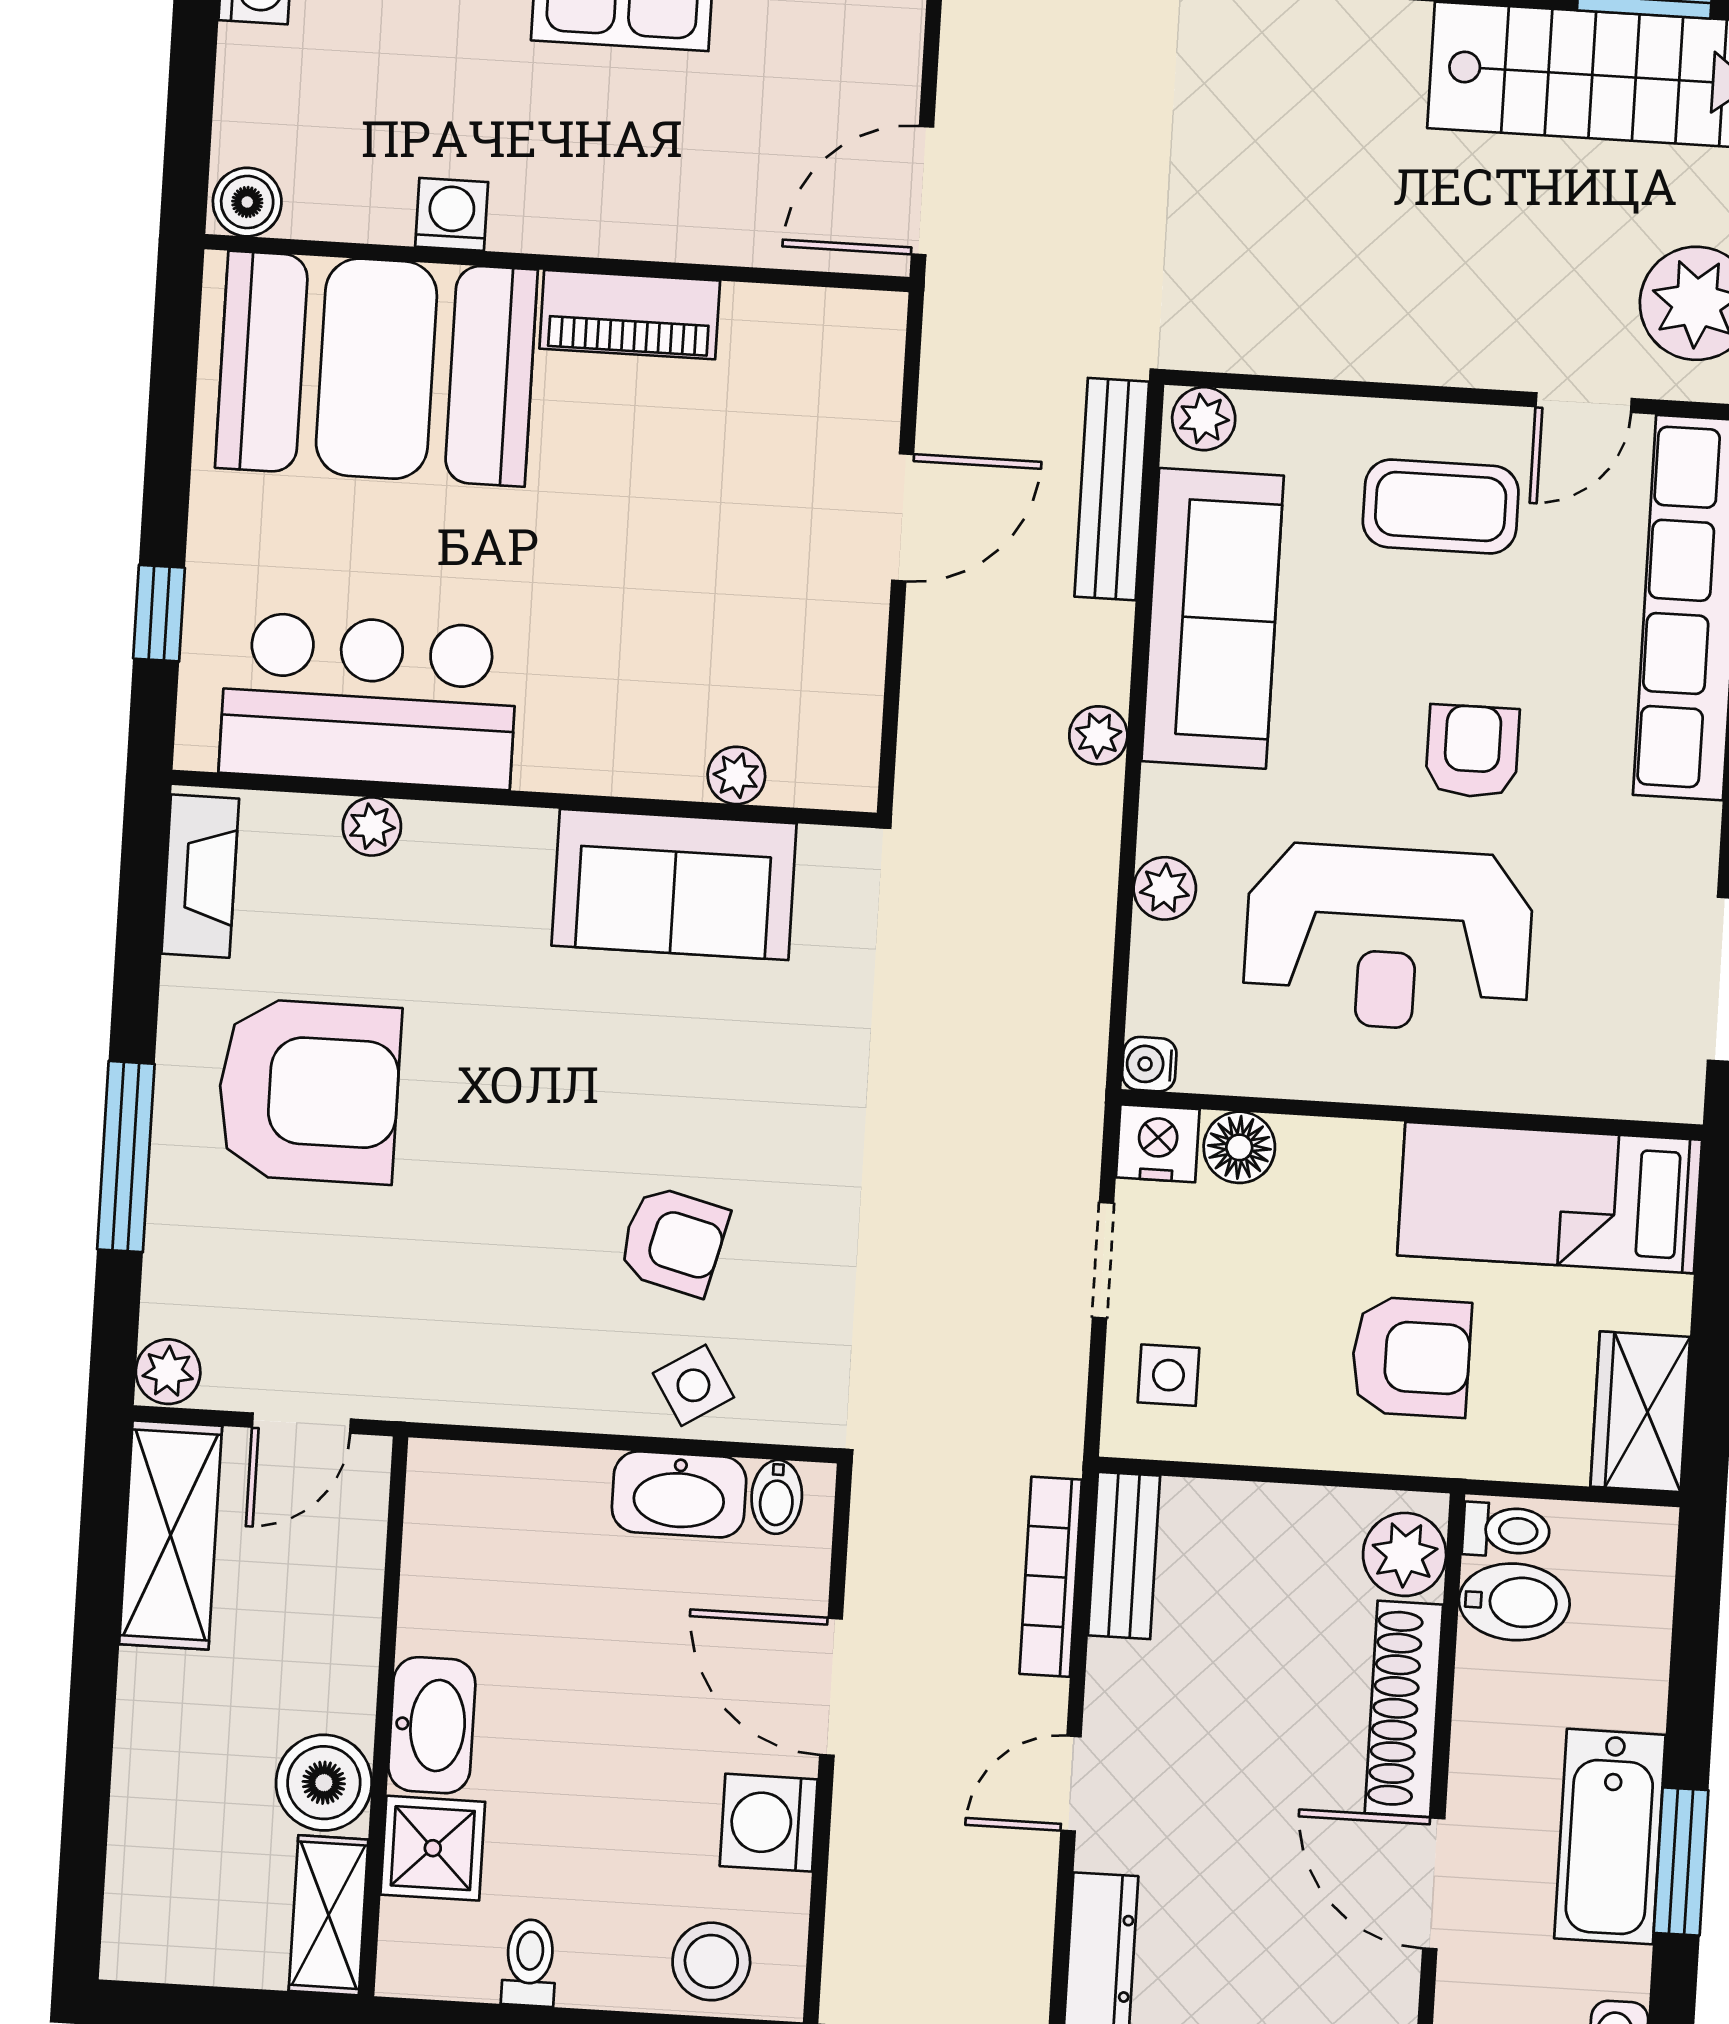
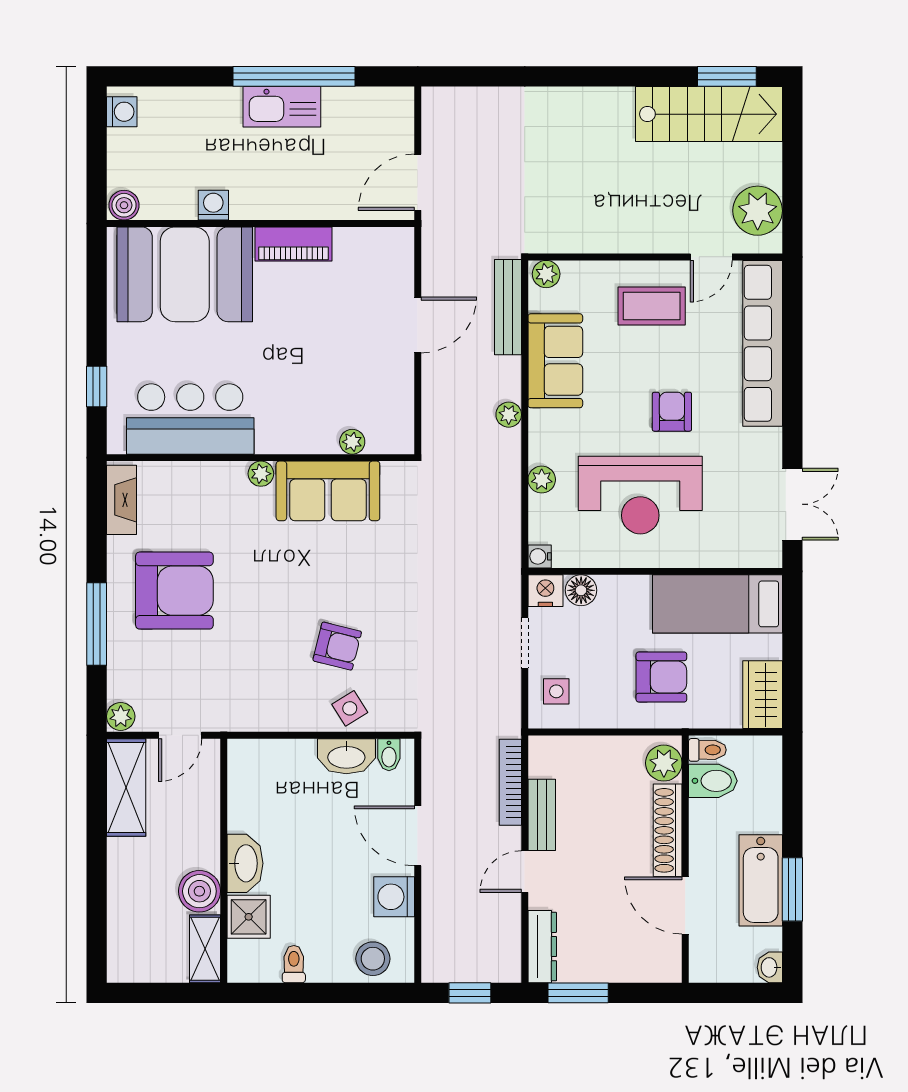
sofa: (1213, 618) -> (555, 361), width x0.73
plant: (372, 826) -> (261, 474), moved
bench: (1124, 1555) -> (542, 815), moved

